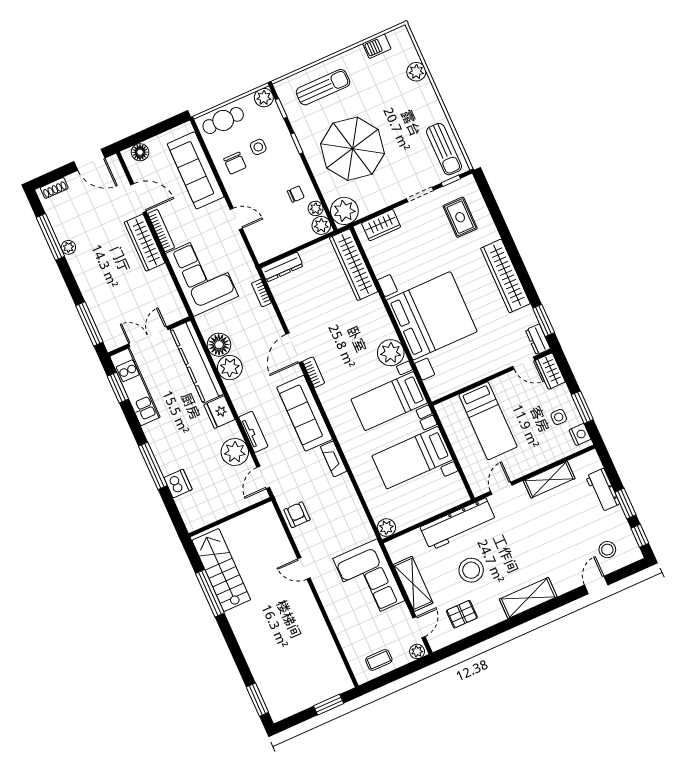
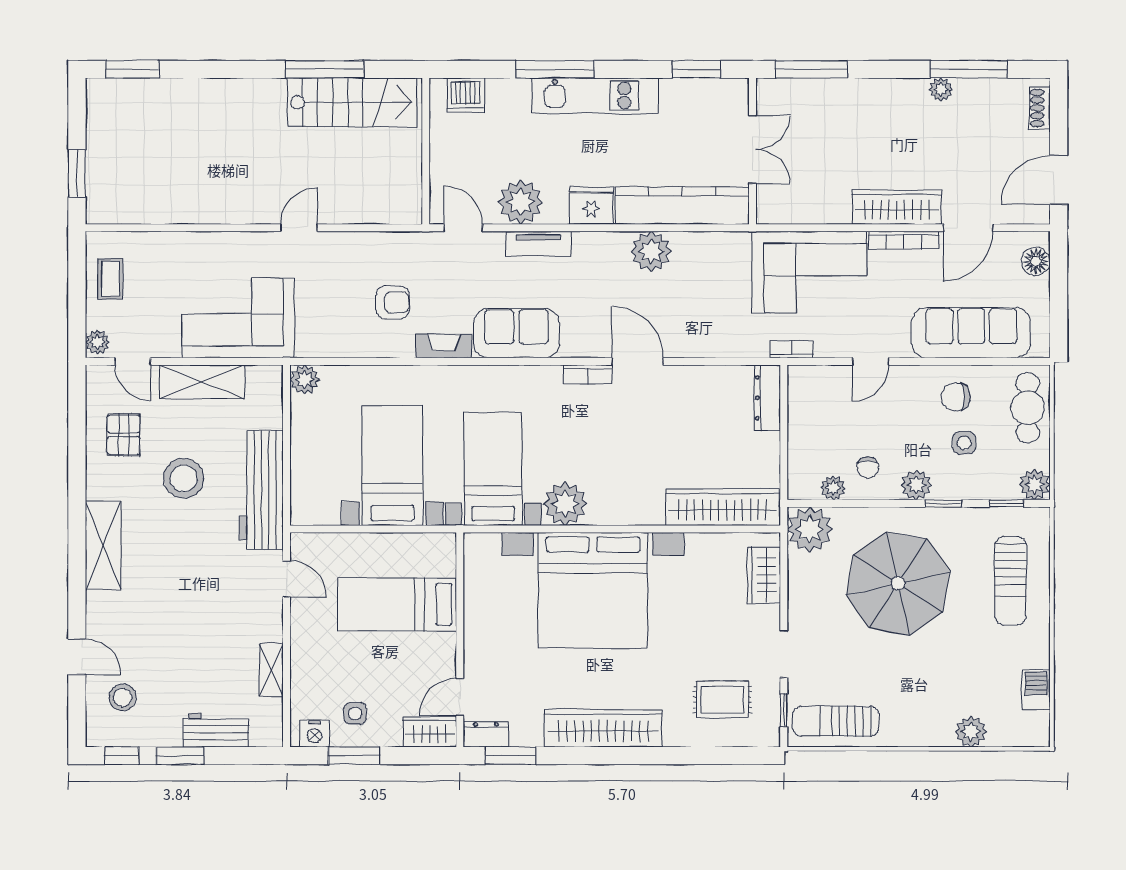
plant: (321, 225) -> (916, 485), moved
bookcase: (261, 293) -> (792, 349), moved
floor lamp: (219, 345) -> (693, 250), removed
kitchen unit: (135, 387) -> (595, 96), moved
sofa: (305, 413) -> (516, 333), width x0.73
shelving: (549, 480) -> (271, 670), width x0.67, depth x0.75
dishwasher: (178, 484) -> (466, 95), moved
armchair: (297, 515) -> (393, 303), moved

